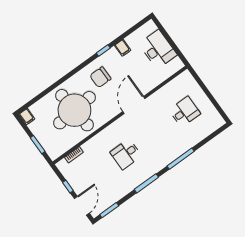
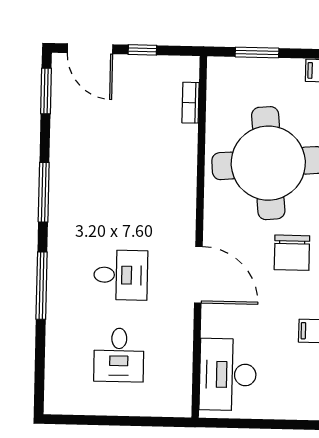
desk: (158, 49) -> (228, 375), moved, turned 90
chair: (100, 77) -> (292, 253), turned 180
desk: (126, 154) -> (121, 275), moved, turned 90

